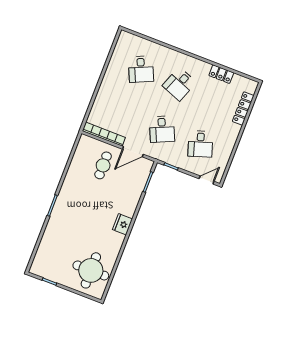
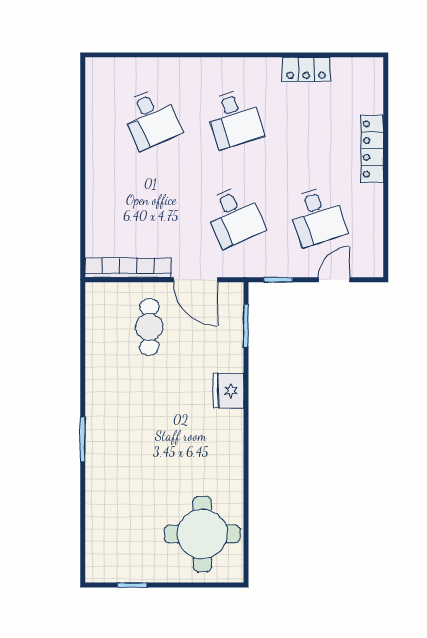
desk: (179, 84) -> (234, 118), turned -39
locker: (243, 108) -> (372, 149), moved
door: (133, 152) -> (196, 280), hinge flipped
door: (207, 180) -> (334, 280), moved
fridge: (123, 224) -> (229, 391), moved

